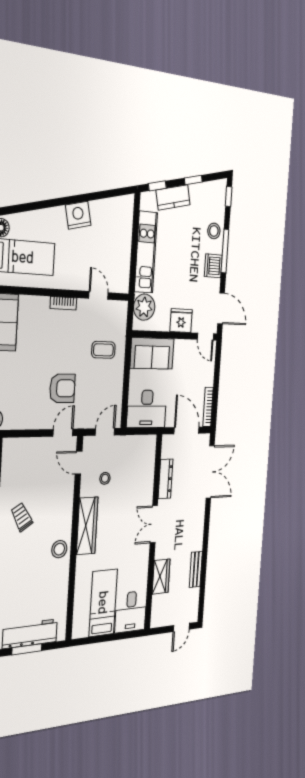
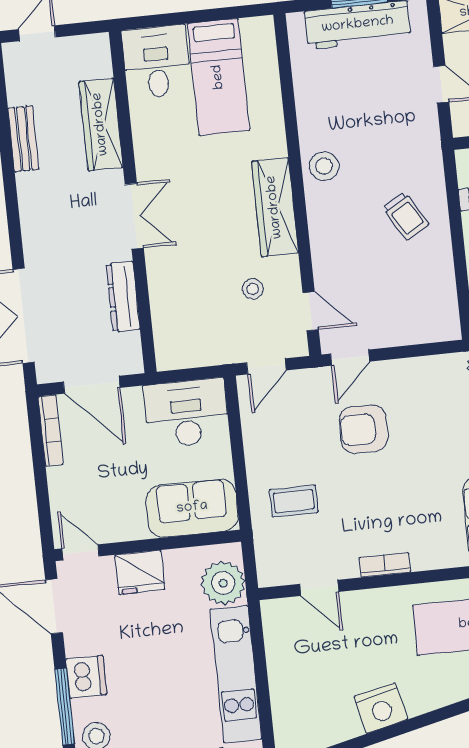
wardrobe: (161, 577) -> (101, 124), width x1.50

